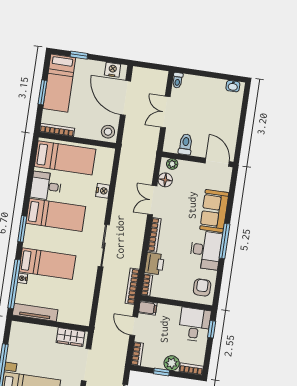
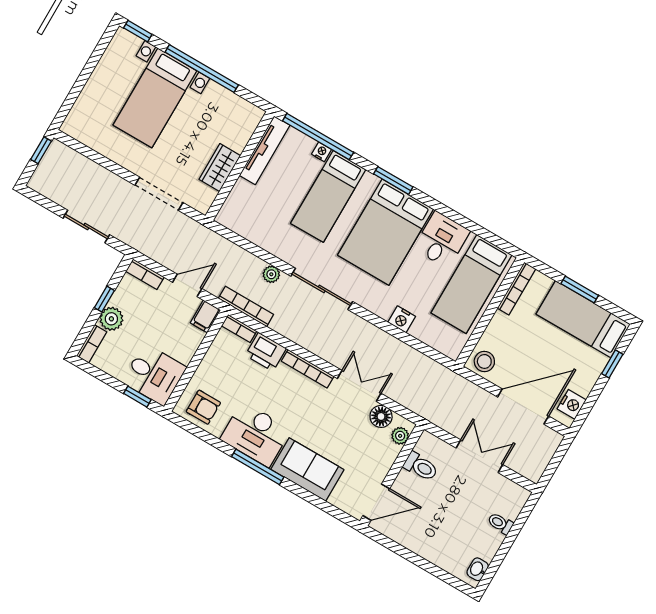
toilet: (178, 80) -> (500, 523), moved
bed: (56, 215) -> (386, 232), width x1.50
plant: (107, 279) -> (271, 274), added
wardrobe: (70, 337) -> (220, 168), moved

